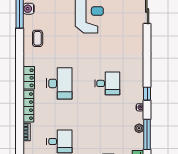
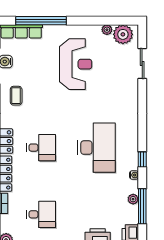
desk: (59, 83) -> (41, 148), width x0.73
desk: (107, 83) -> (96, 148), width x1.87, depth x1.30

